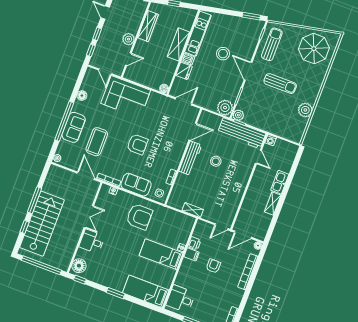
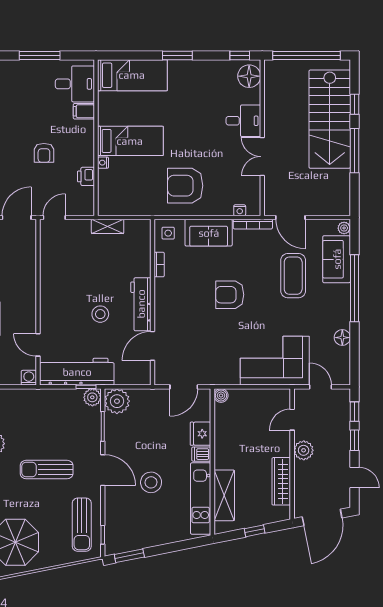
shelving: (178, 44) -> (224, 495), moved
sofa: (74, 127) -> (337, 259), moved
filing cabinet: (192, 254) -> (84, 111), moved

